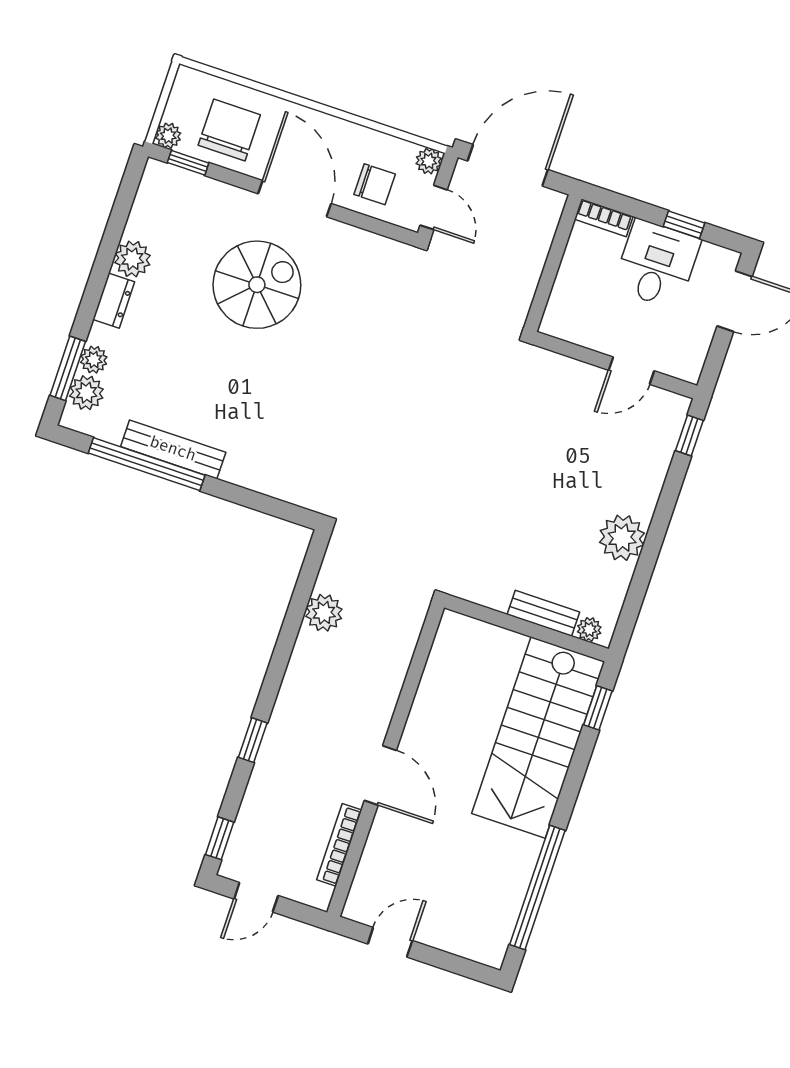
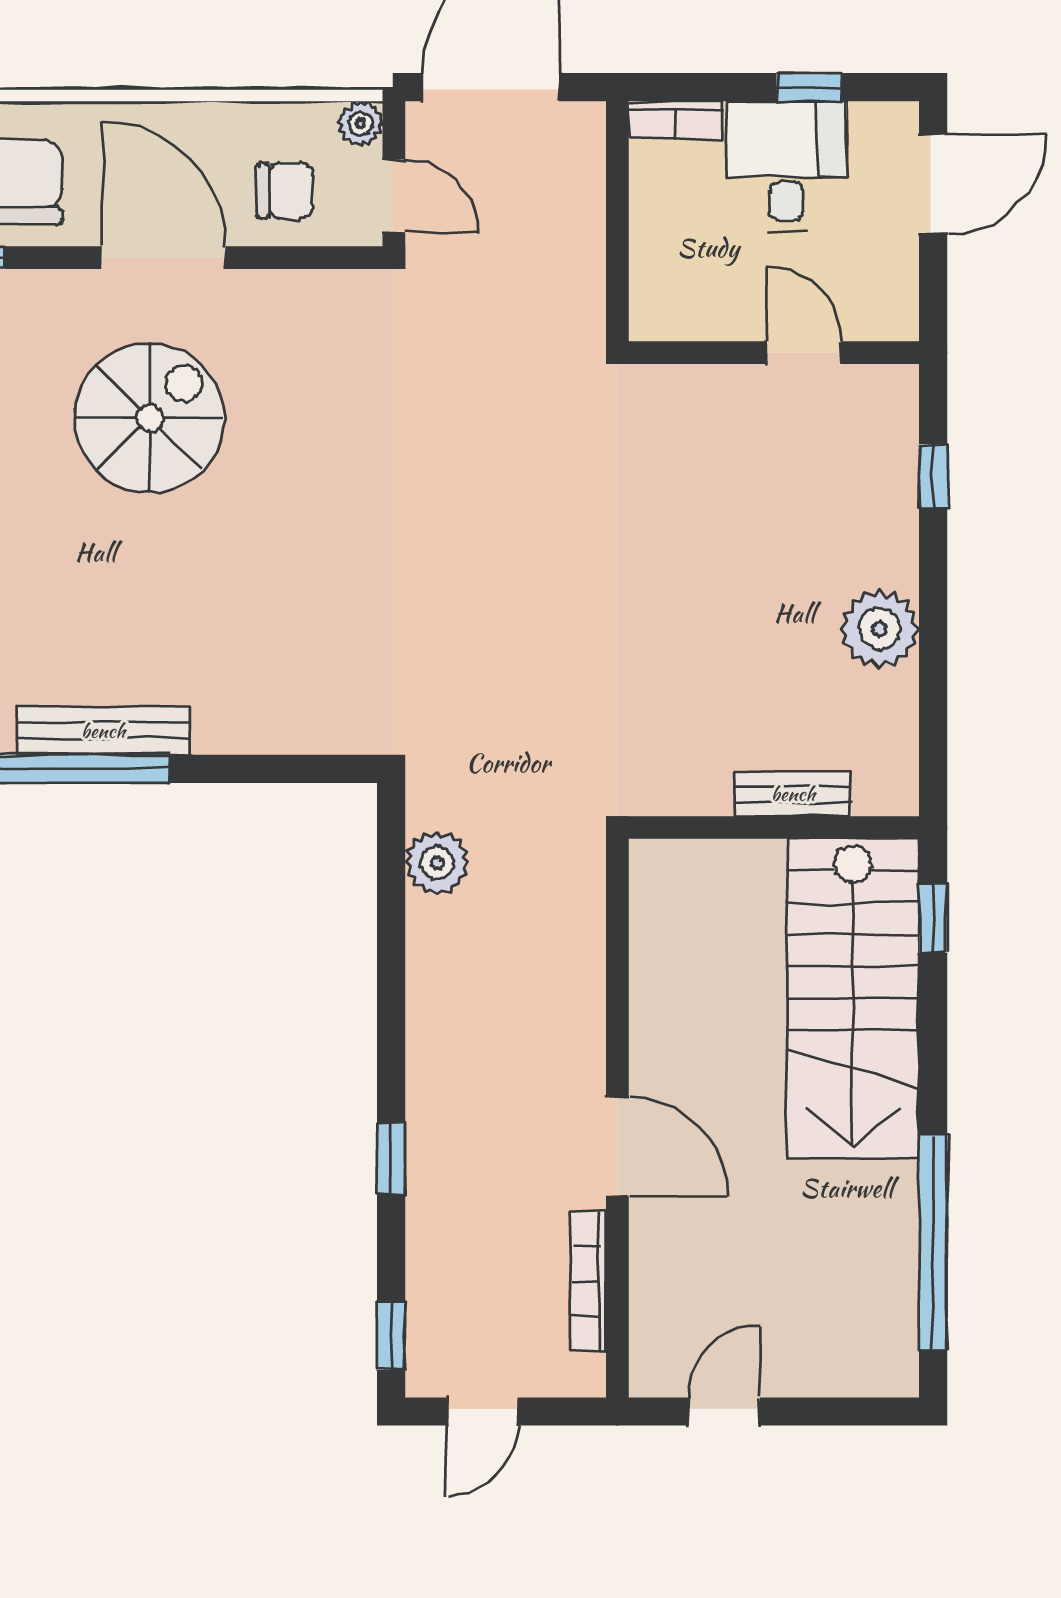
door: (631, 371) -> (803, 353), swing flipped
window: (689, 436) -> (933, 476), moved
plant: (324, 613) -> (437, 863), moved
plant: (589, 629) -> (876, 796), removed

